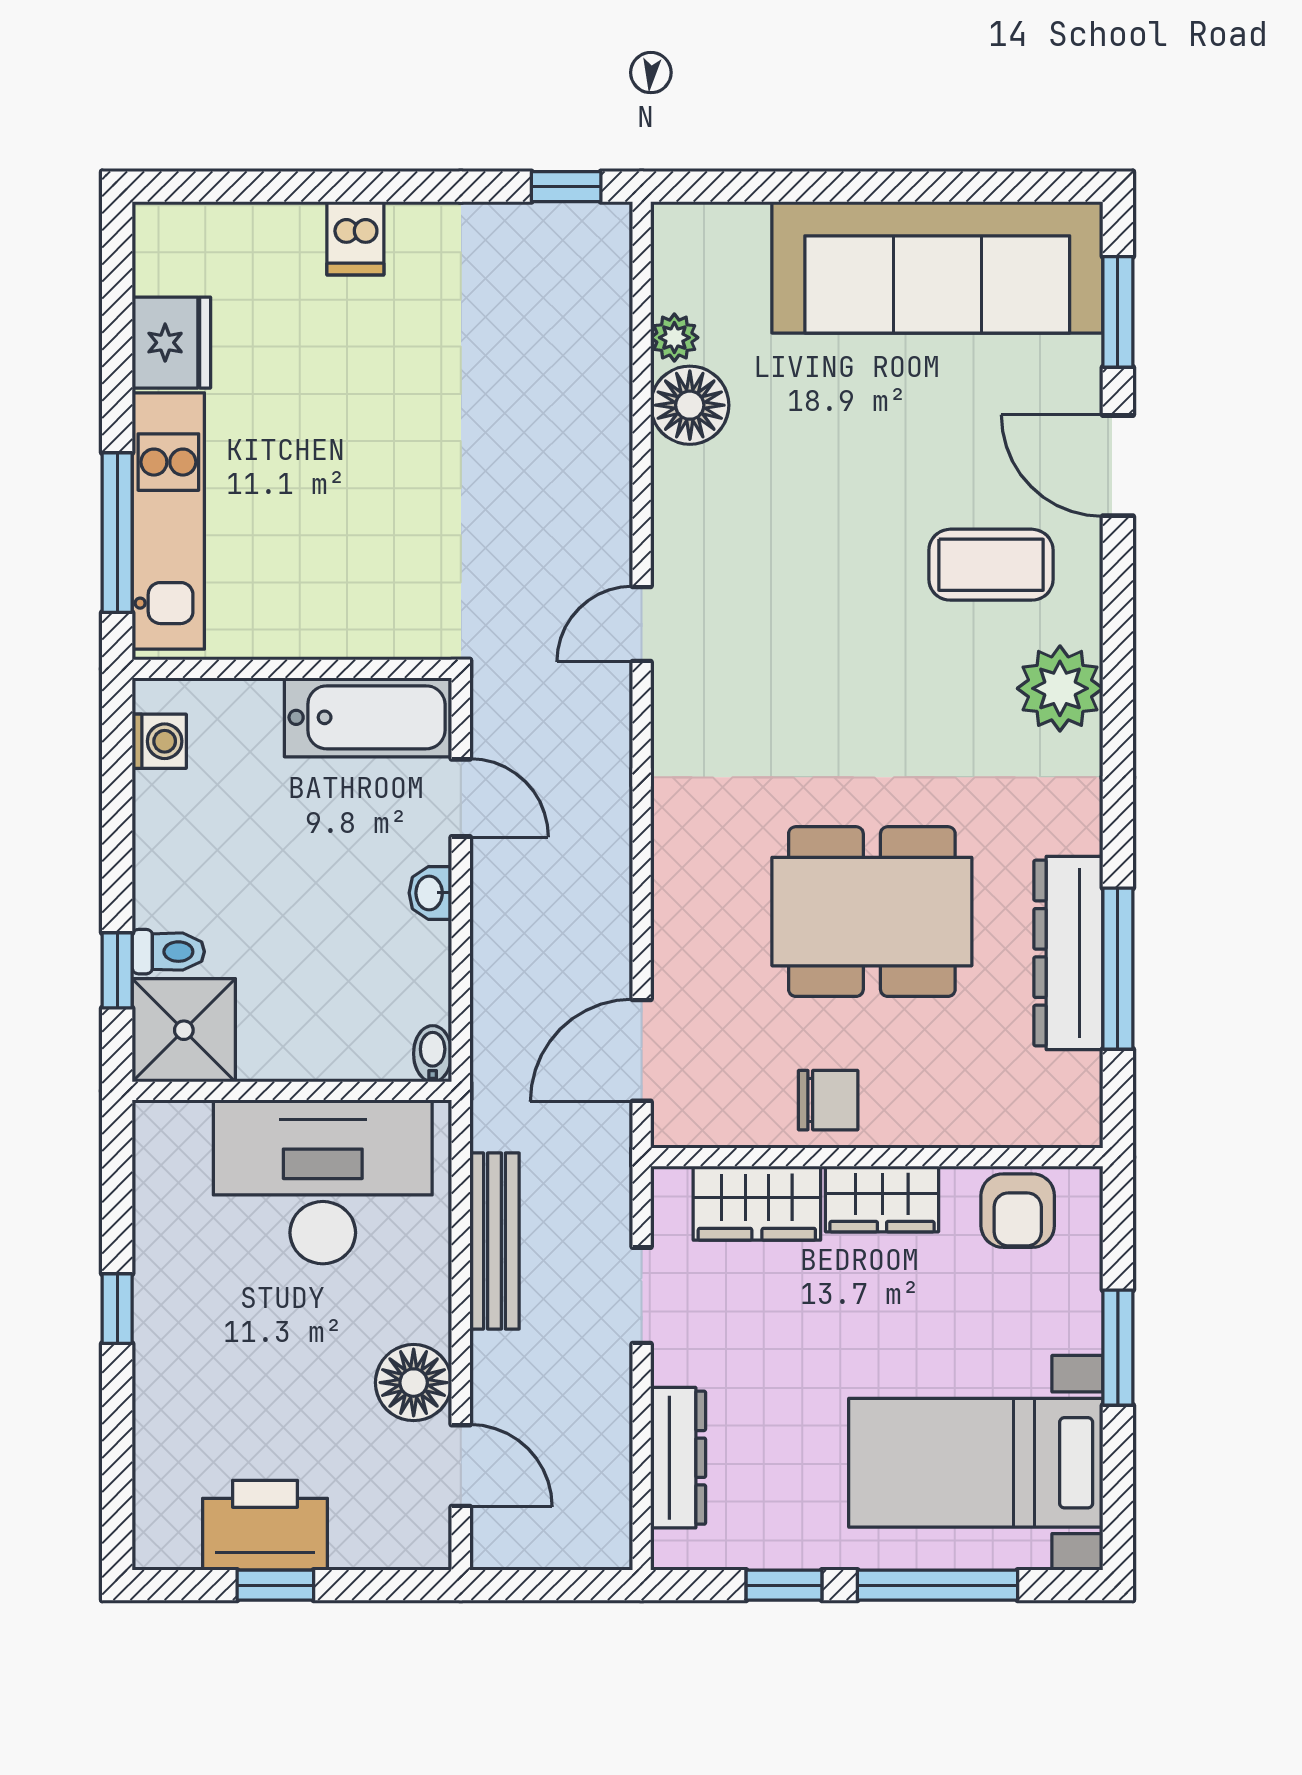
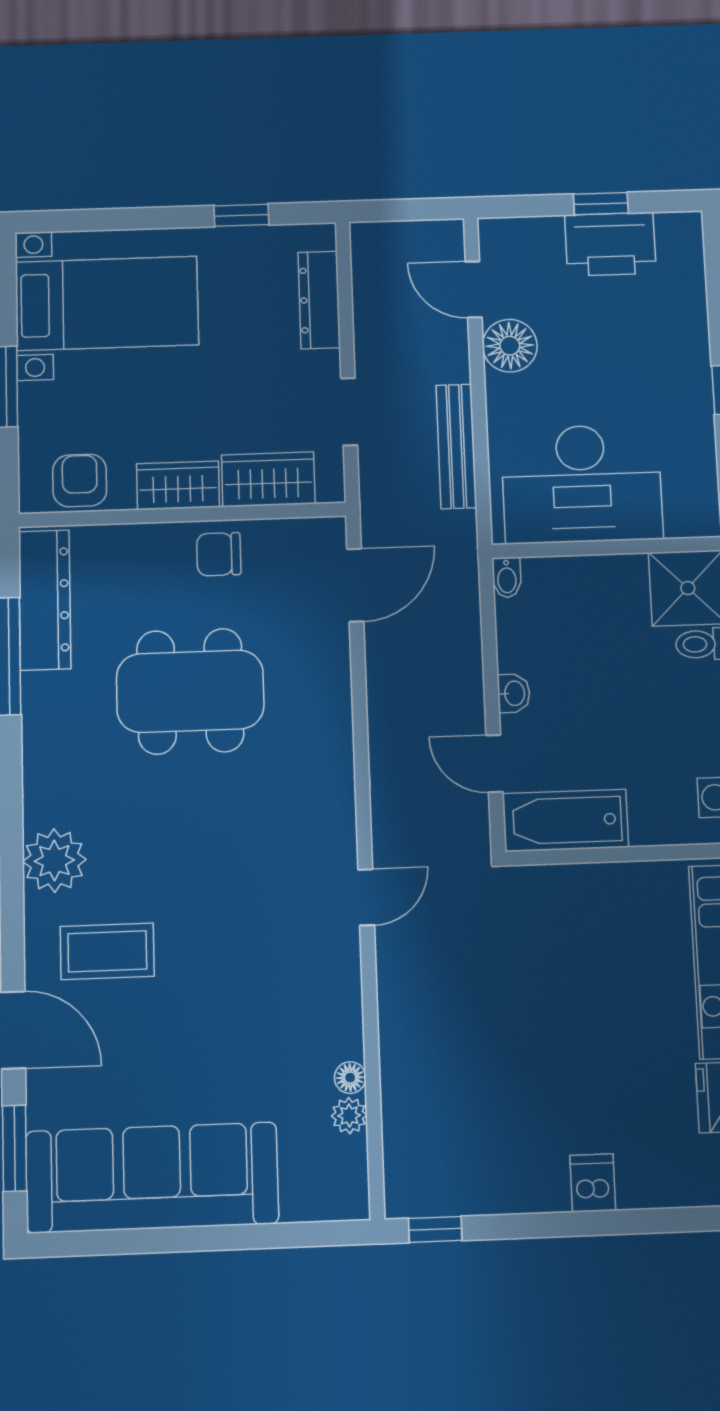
floor lamp: (690, 405) -> (350, 1078), width x0.53, depth x0.53
dresser: (1068, 953) -> (45, 600), moved
window: (937, 1585) -> (132, 219), removed

